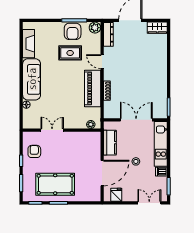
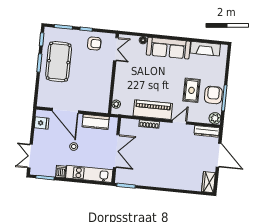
armchair: (73, 31) -> (213, 95), turned 90
double door: (52, 130) -> (116, 49), moved
double door: (149, 203) -> (30, 156), swing flipped

